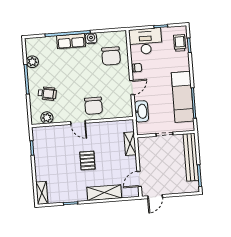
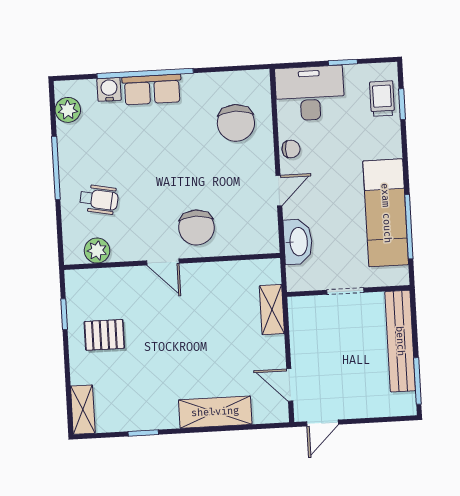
water cooler: (91, 38) -> (109, 89), moved
plant: (32, 62) -> (68, 110), moved
pallet: (87, 160) -> (104, 335), moved, turned 90
door: (139, 179) -> (290, 385), hinge flipped

